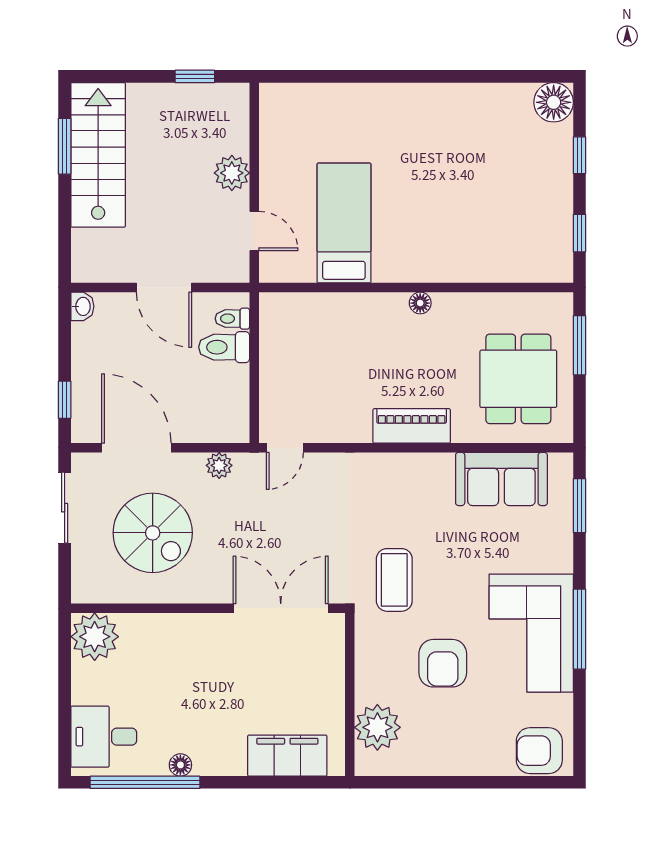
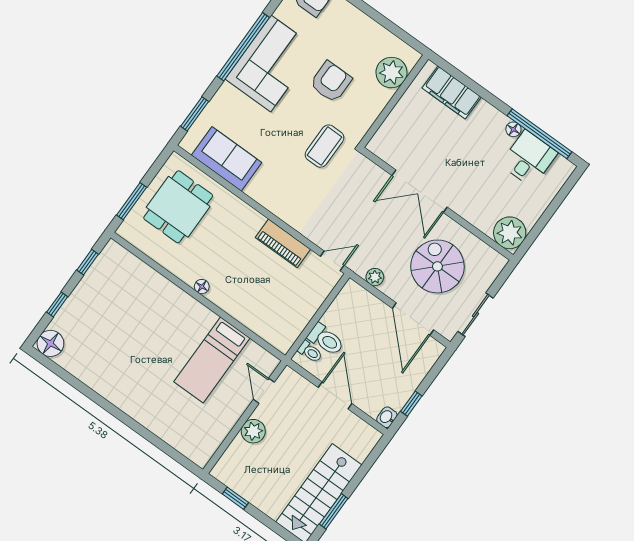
window: (65, 400) -> (411, 404), moved
piano: (412, 426) -> (283, 243), moved
double door: (281, 608) -> (420, 191), moved
window: (579, 629) -> (243, 47), width x1.46
desk: (104, 737) -> (529, 159), moved, turned -90

